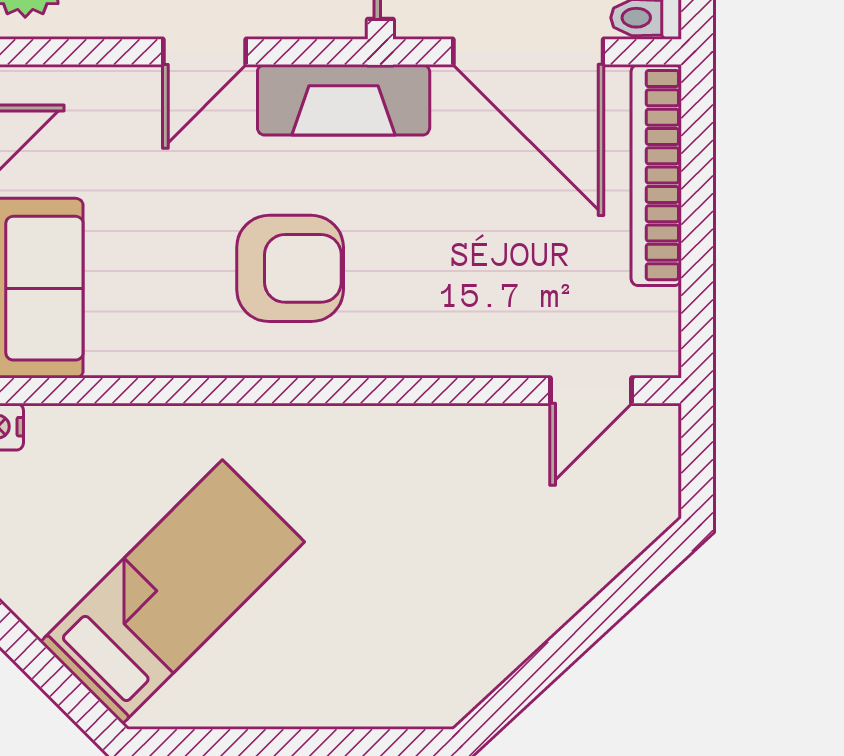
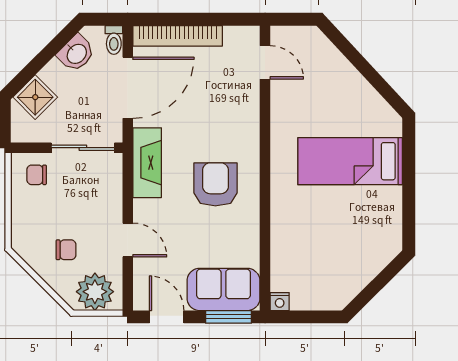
door: (204, 52) -> (128, 240), moved
bed: (172, 592) -> (350, 161), moved, turned -45

